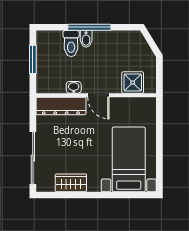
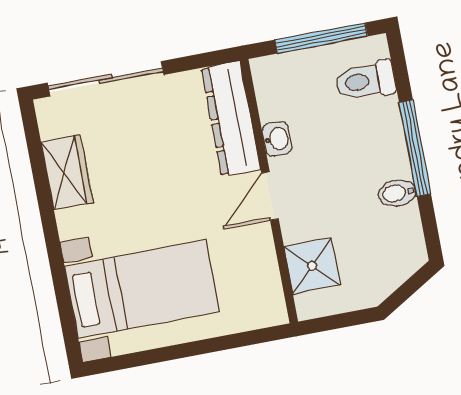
bidet: (86, 39) -> (397, 193), moved
toilet: (71, 44) -> (365, 81), moved
window: (33, 59) -> (321, 38), width x1.44

